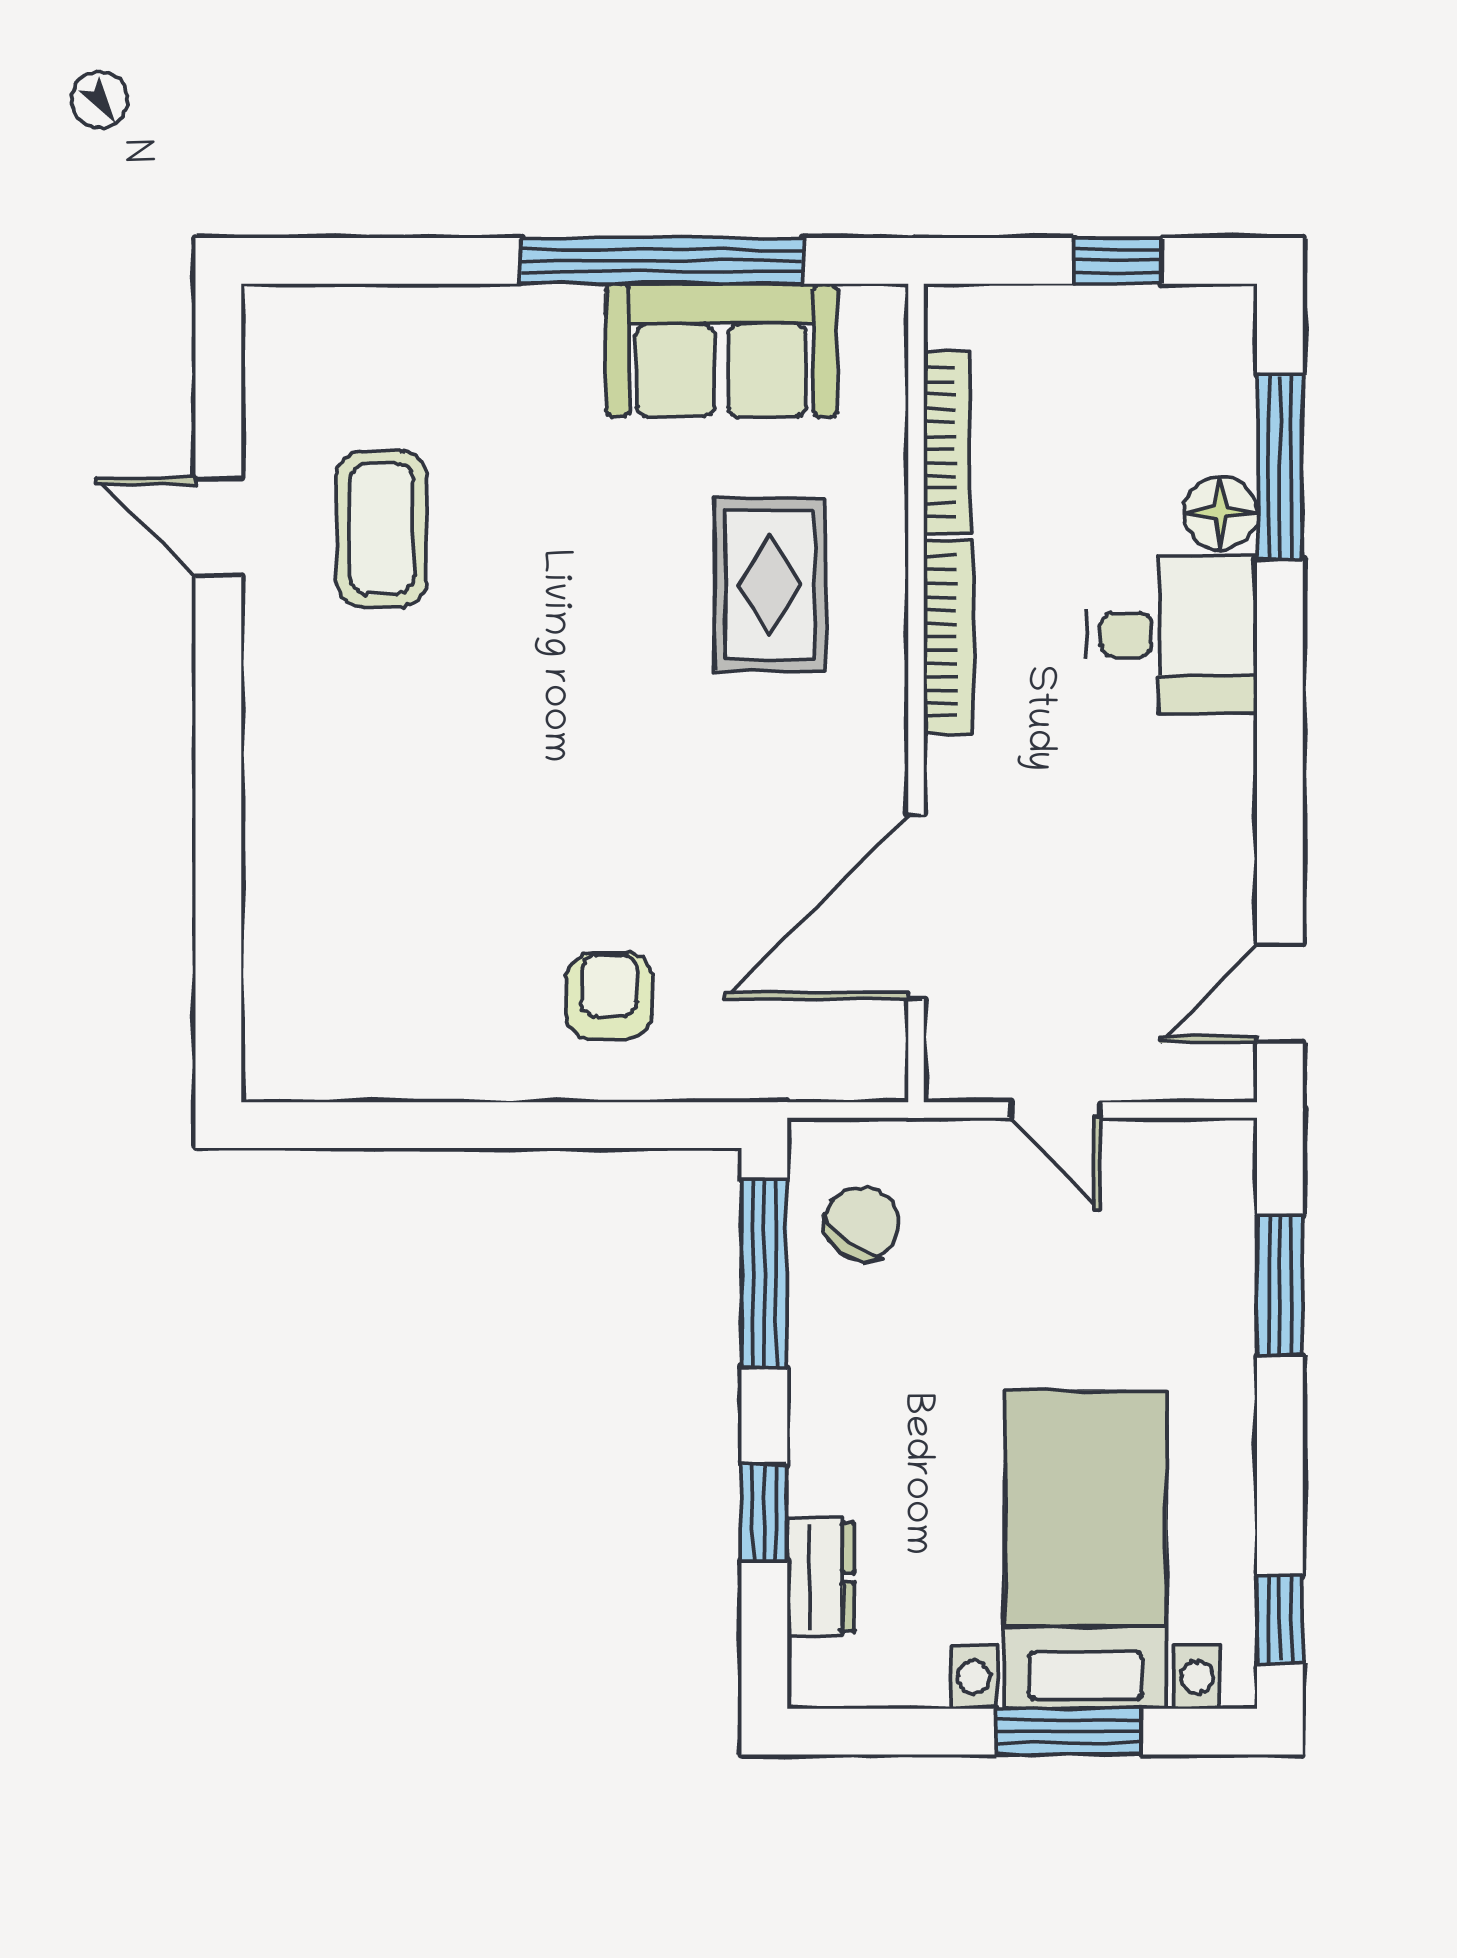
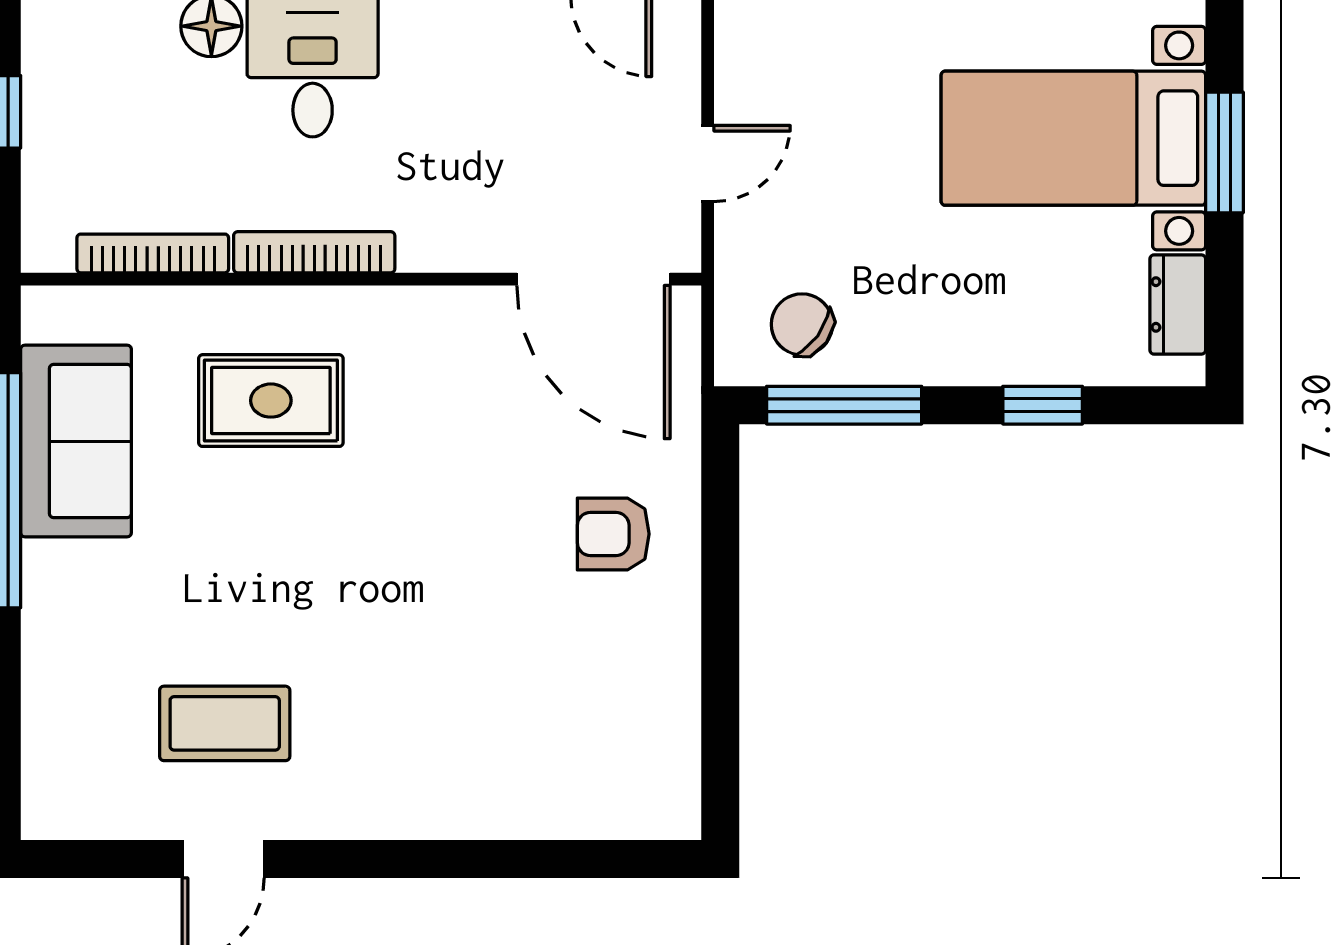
door: (916, 907) -> (593, 279), moved
dresser: (821, 1577) -> (1178, 305), moved, turned -90

